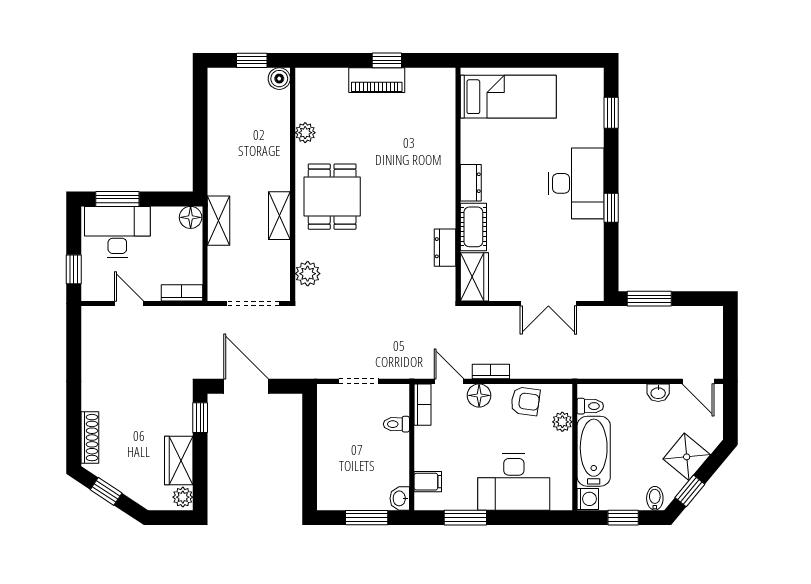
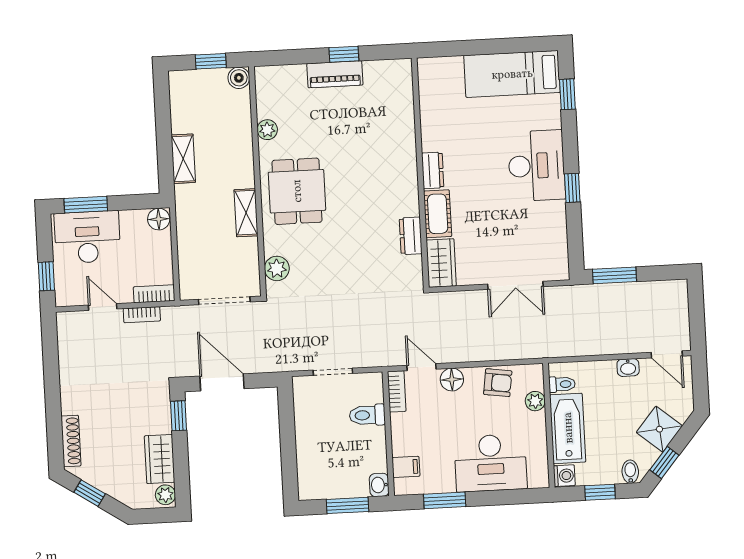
bed: (508, 97) -> (512, 74), moved, turned 180
shelving: (219, 221) -> (183, 159), moved
bookcase: (491, 372) -> (142, 315), moved, turned 180
toilet: (396, 424) -> (367, 415), width x1.37, depth x1.39

